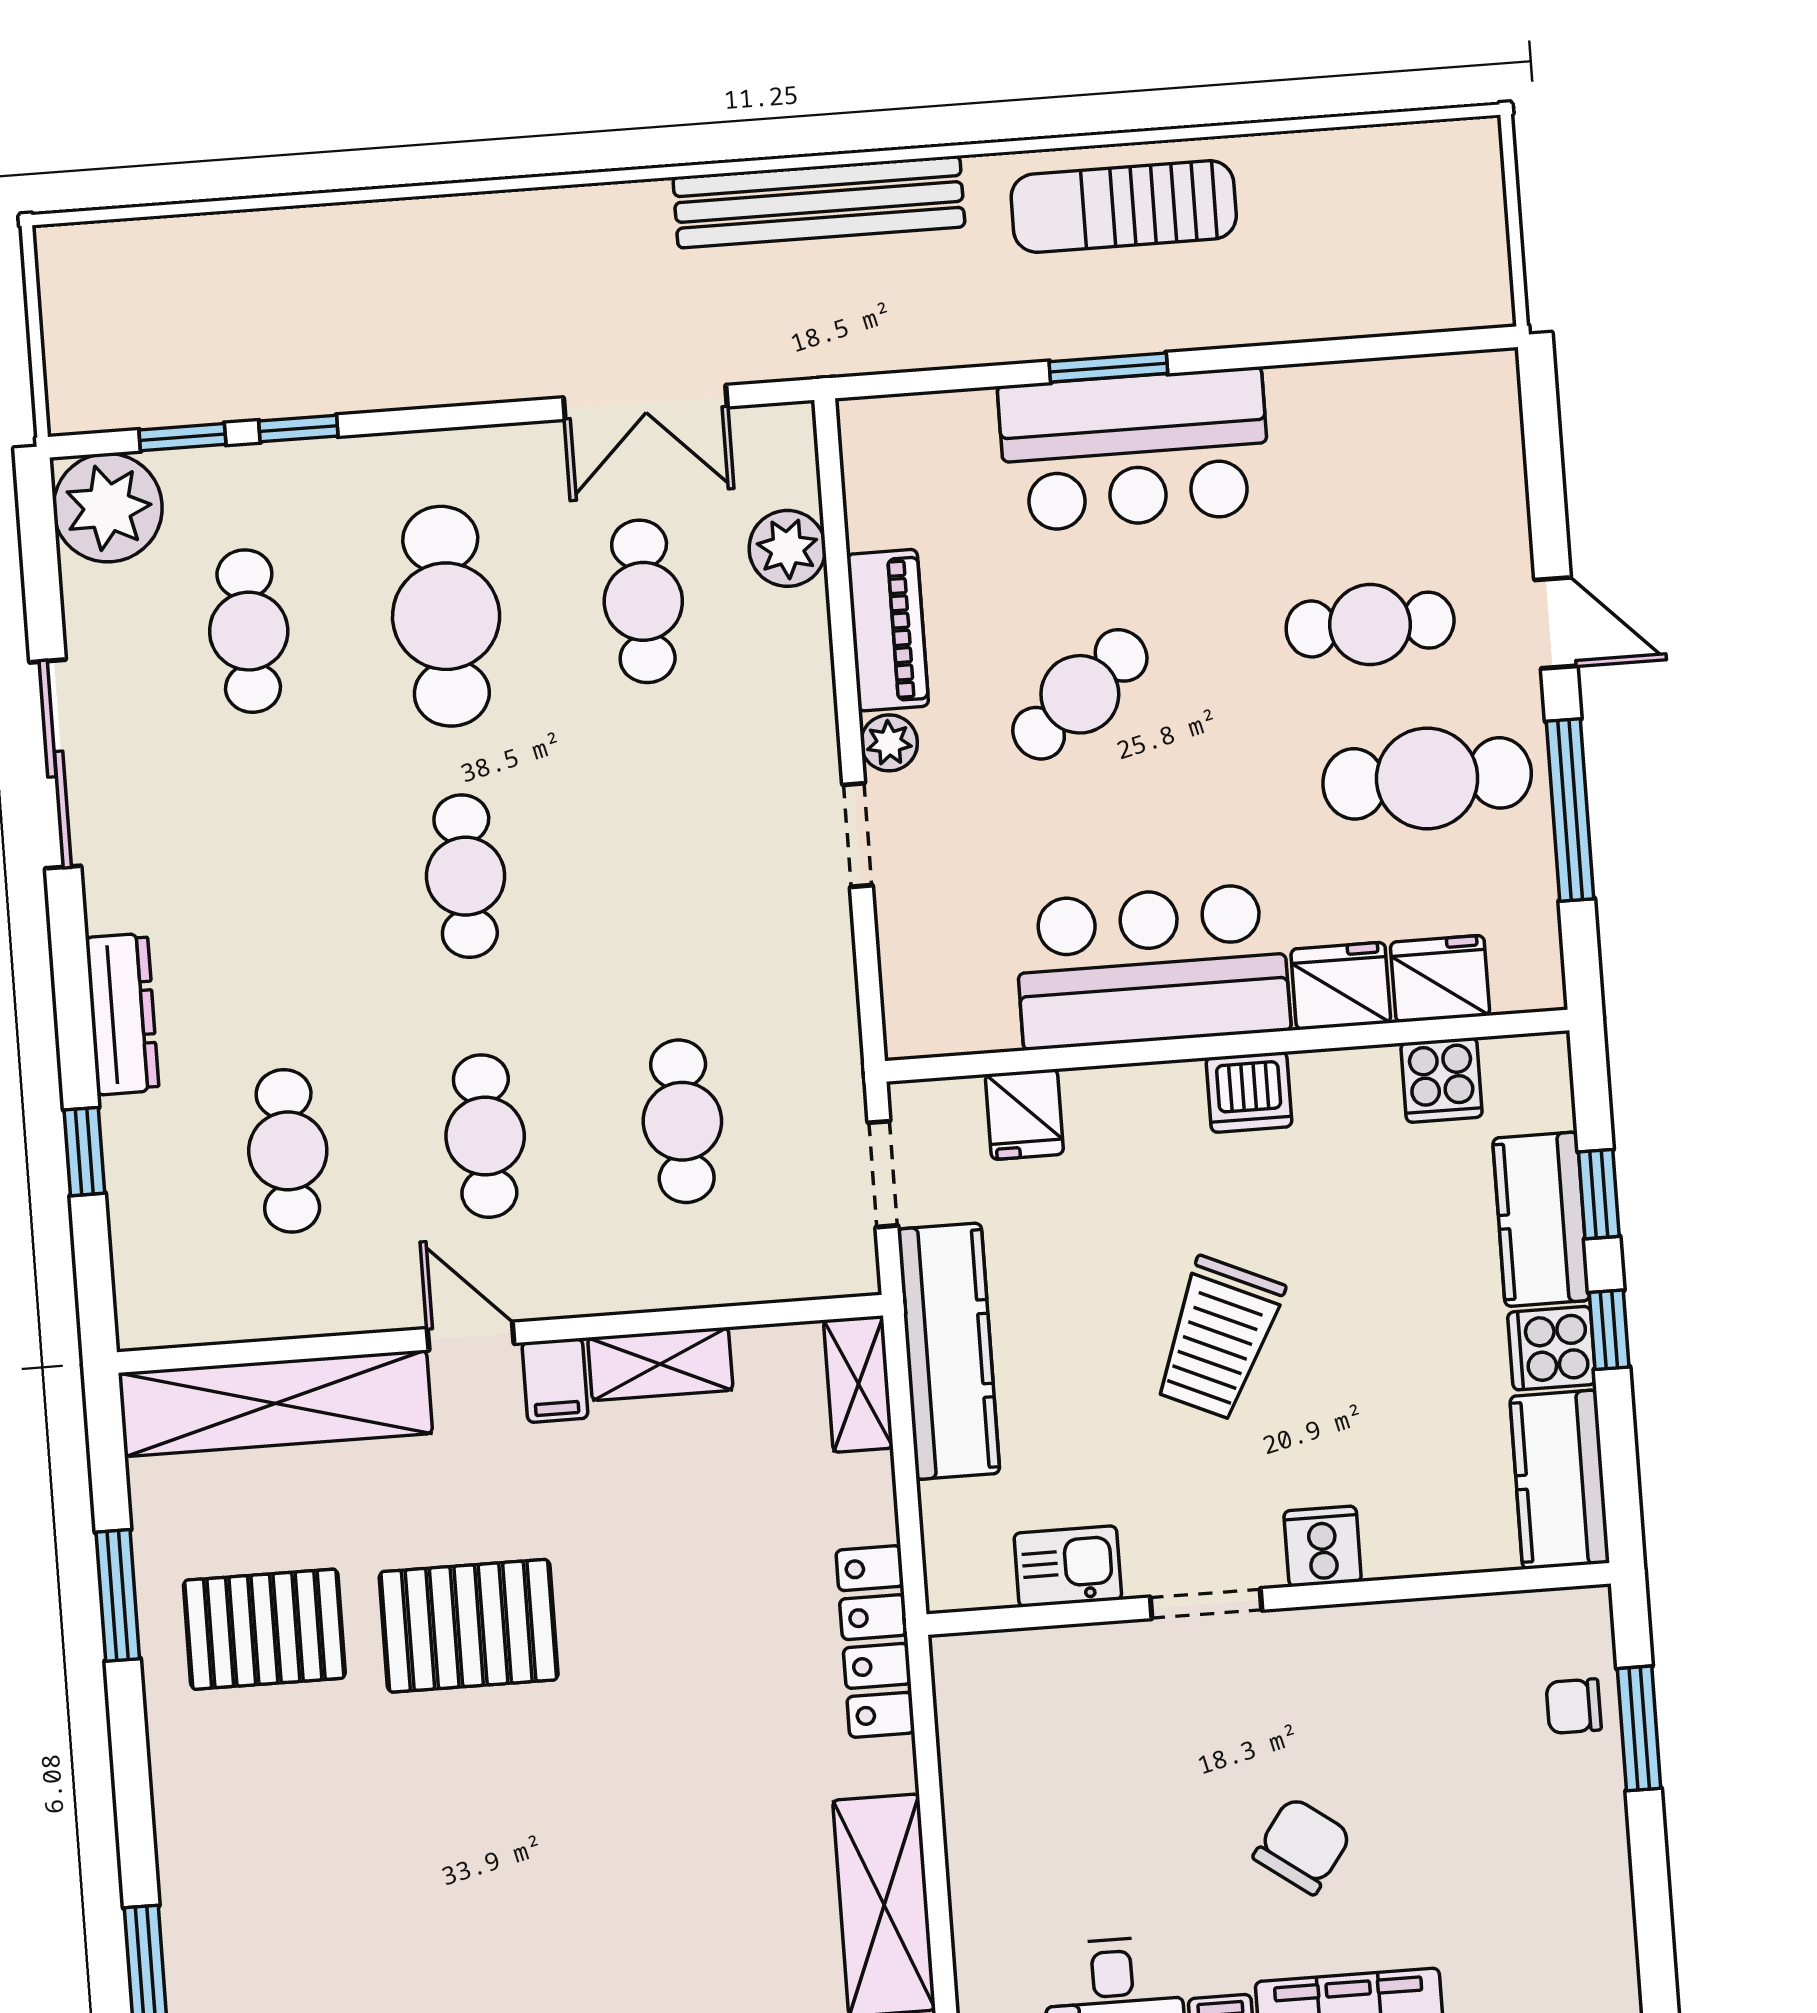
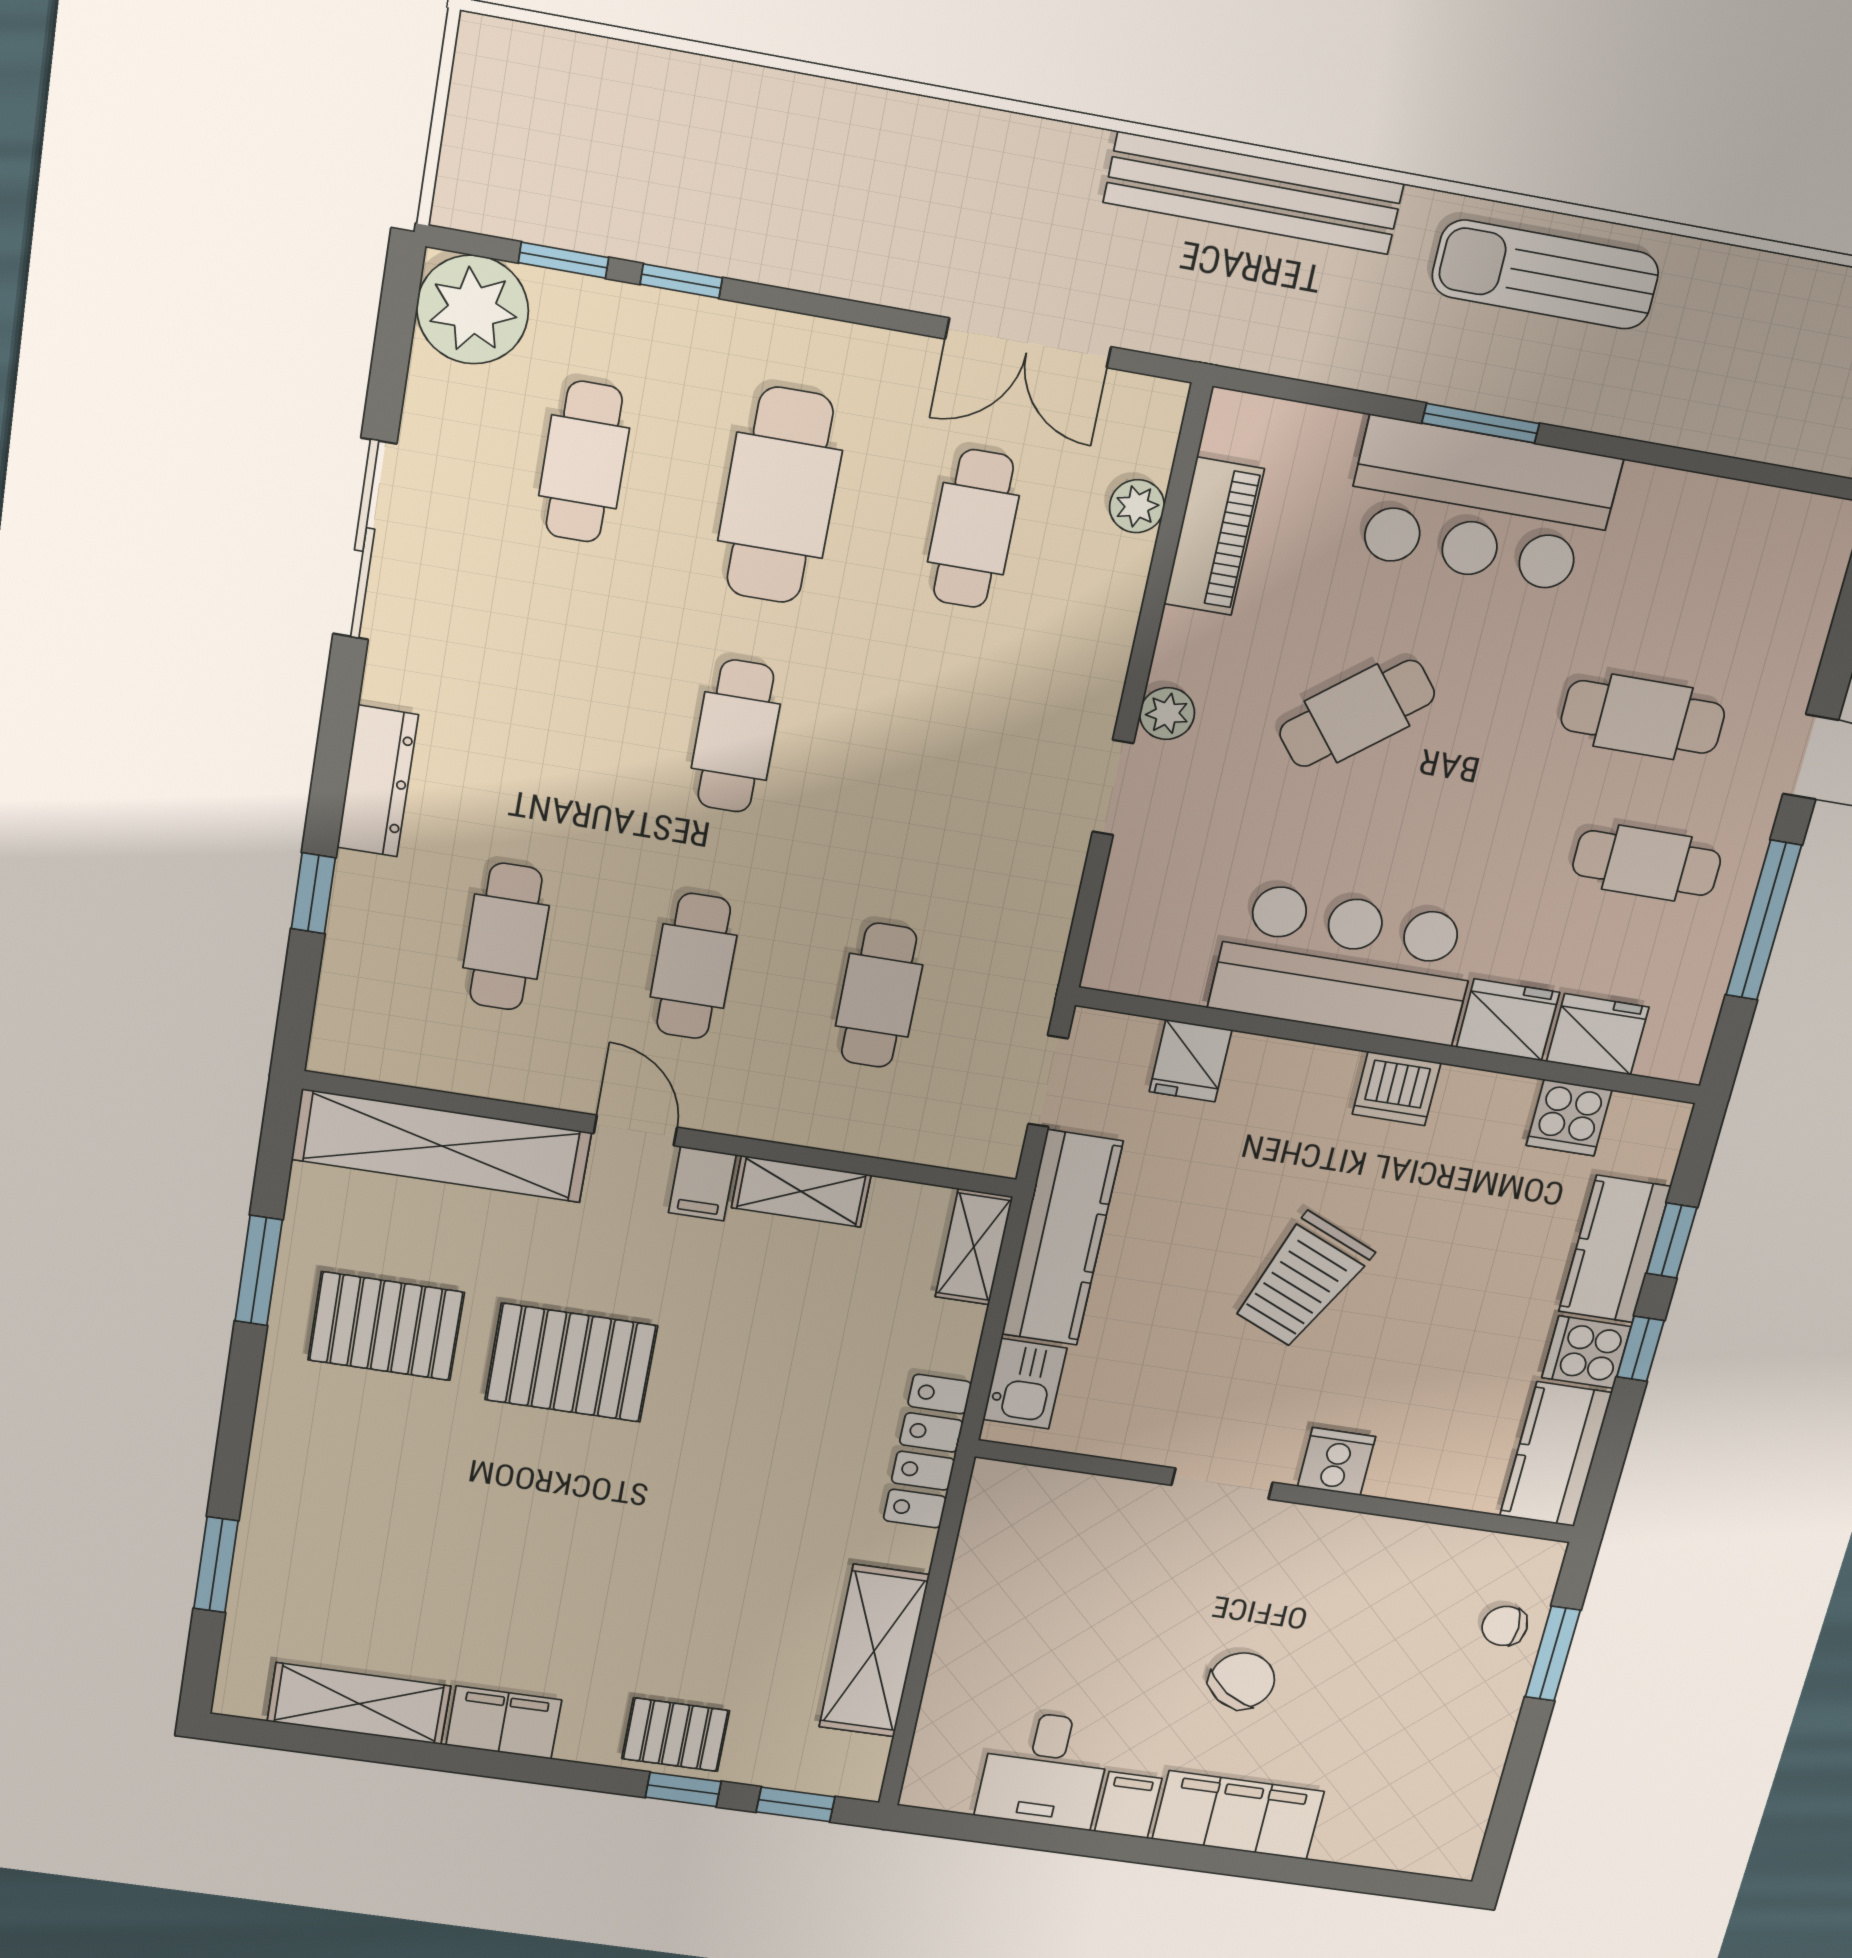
plant: (787, 548) -> (1137, 506), width x0.73, depth x0.73
piano: (888, 630) -> (1214, 537), moved
cafe table: (1427, 778) -> (1647, 863), width x0.73, depth x0.74
kitchen sink: (1068, 1566) -> (1025, 1384), moved, turned 90

